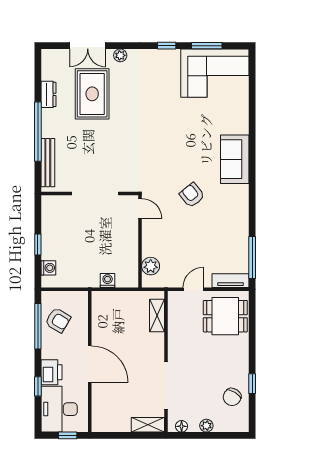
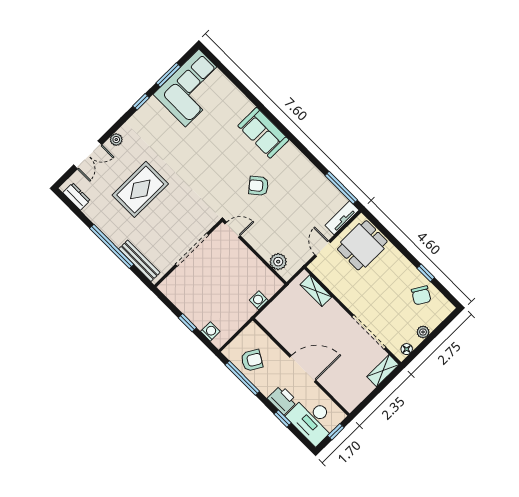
dresser: (48, 94) -> (76, 196), moved
rug: (92, 94) -> (140, 189), moved, turned 90

